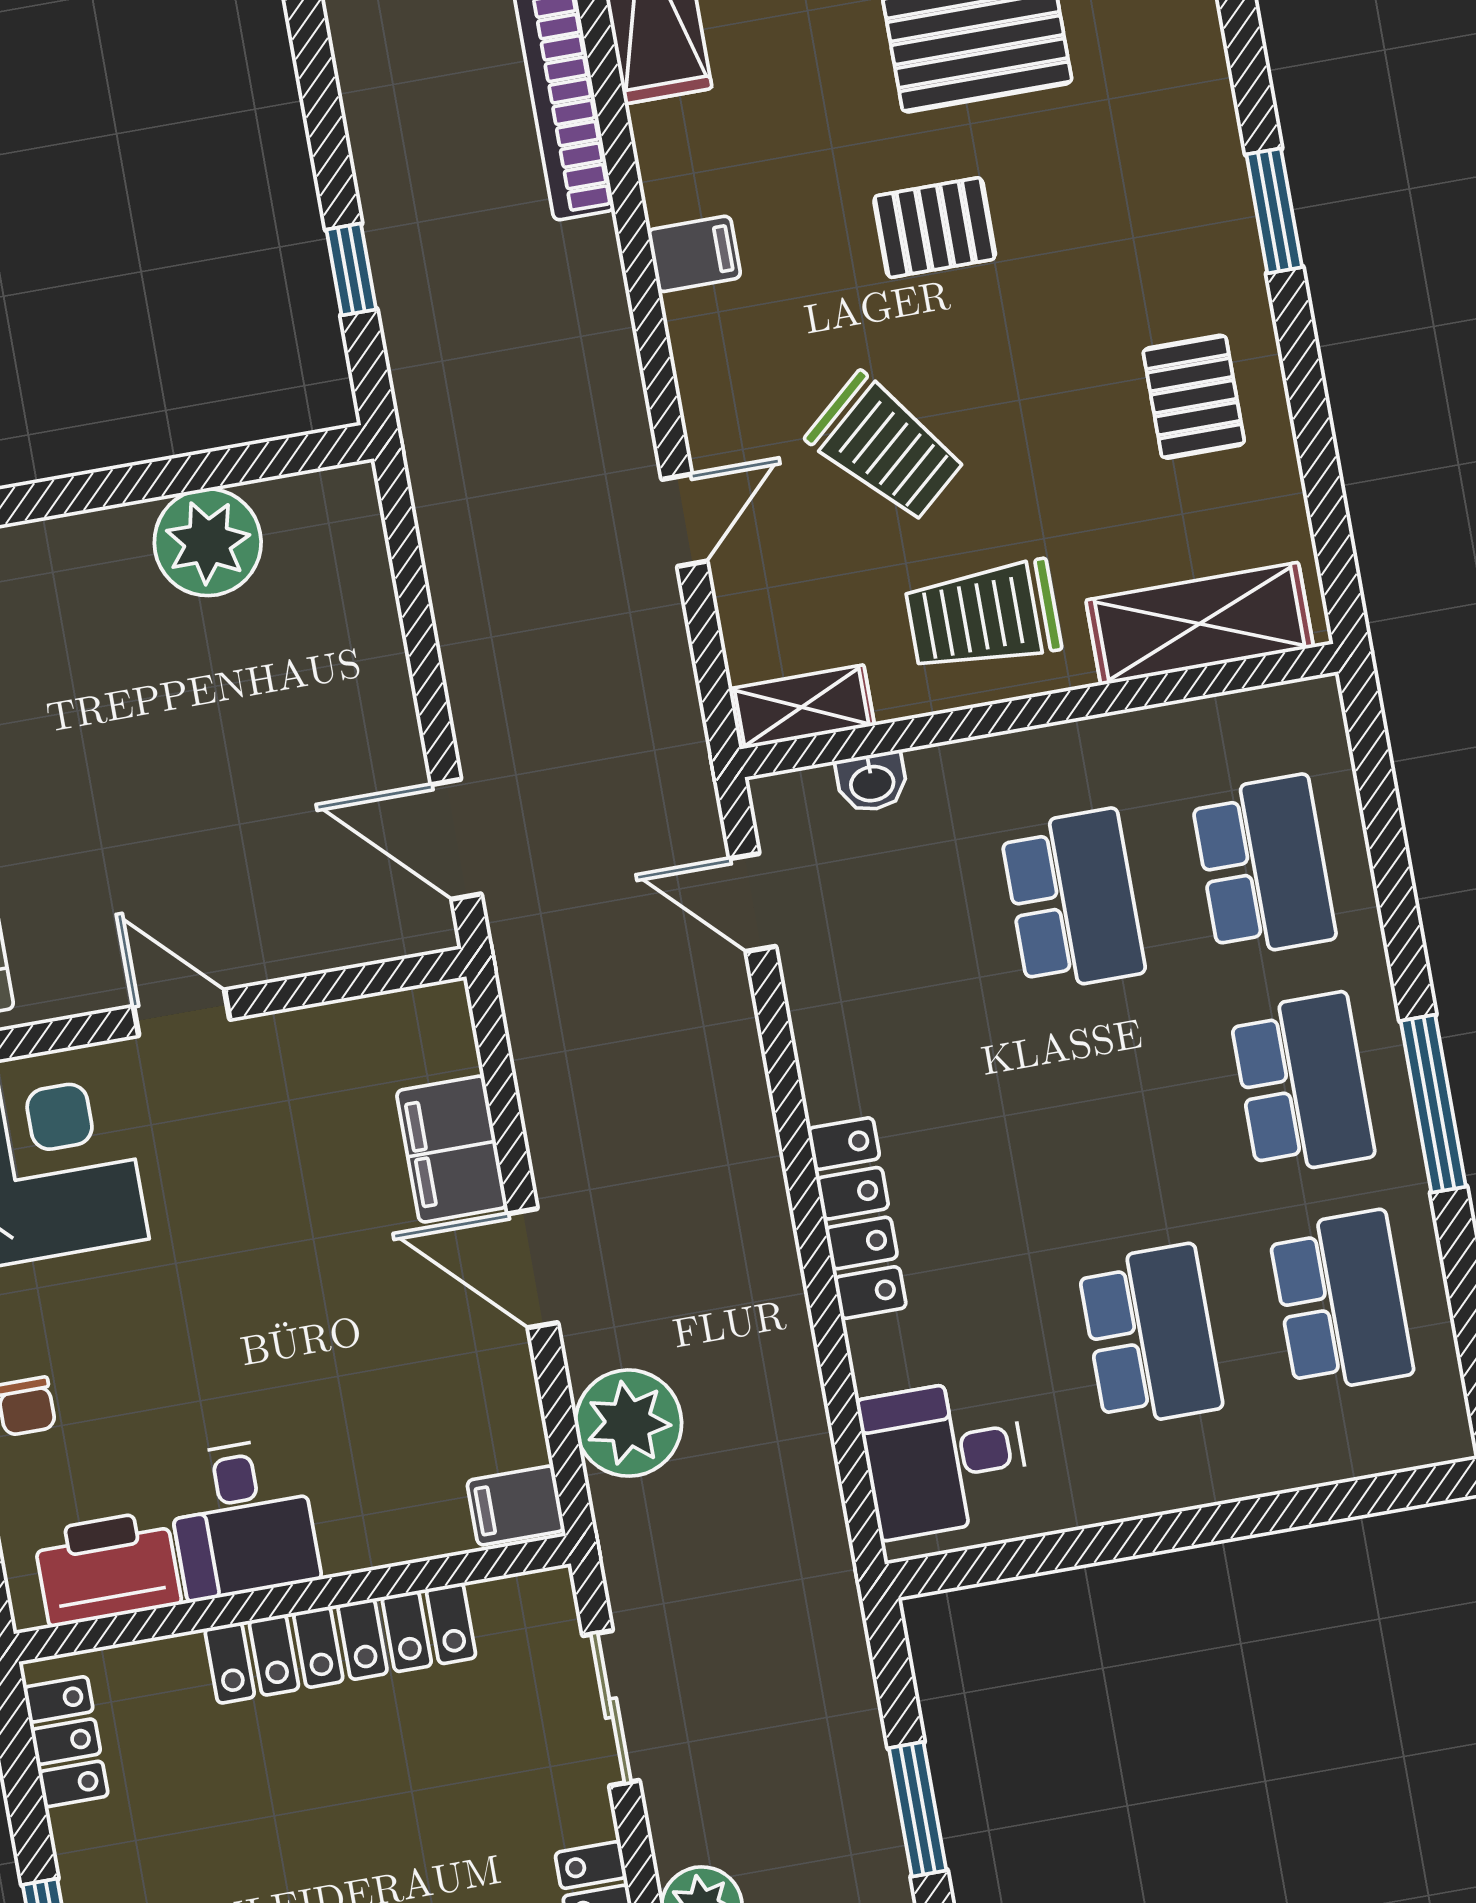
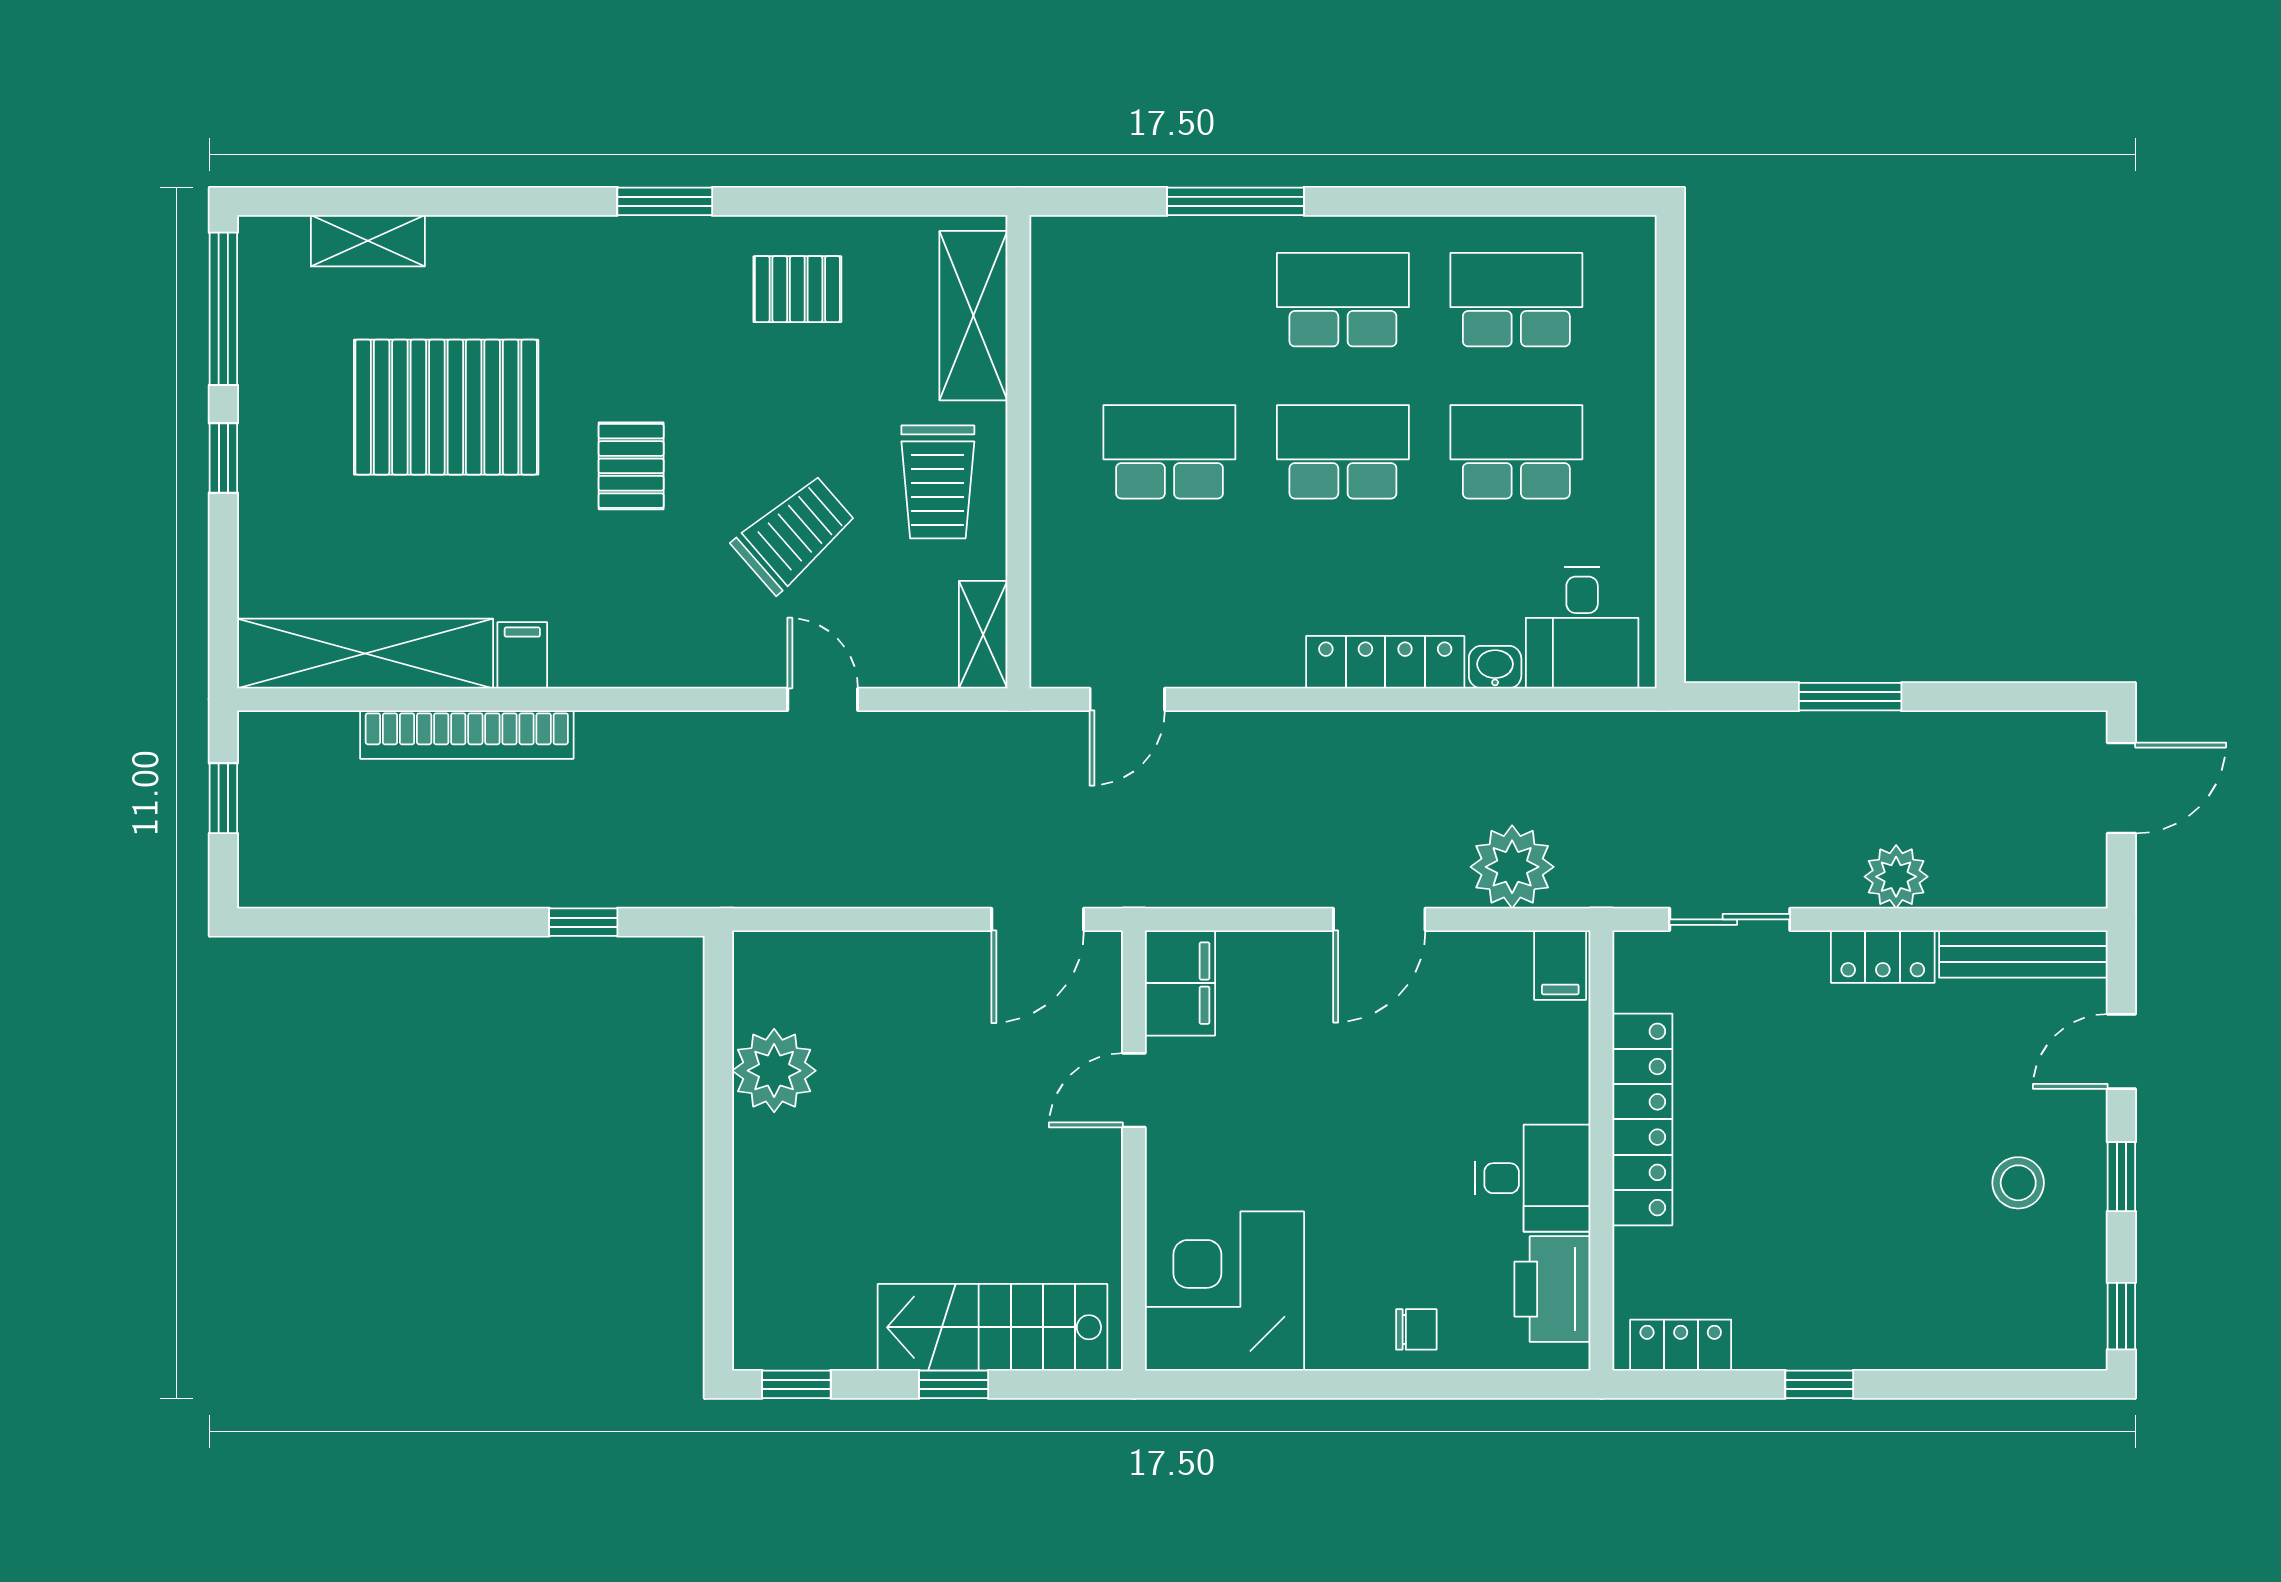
filing cabinet: (694, 254) -> (522, 655), moved
washbasin: (872, 782) -> (1495, 667), moved, turned -90
school desk: (1264, 866) -> (1343, 452), moved
door: (182, 1013) -> (1134, 1090), moved
window: (1433, 1104) -> (1236, 201), moved
filing cabinet: (452, 1149) -> (1180, 983), moved, turned -90

